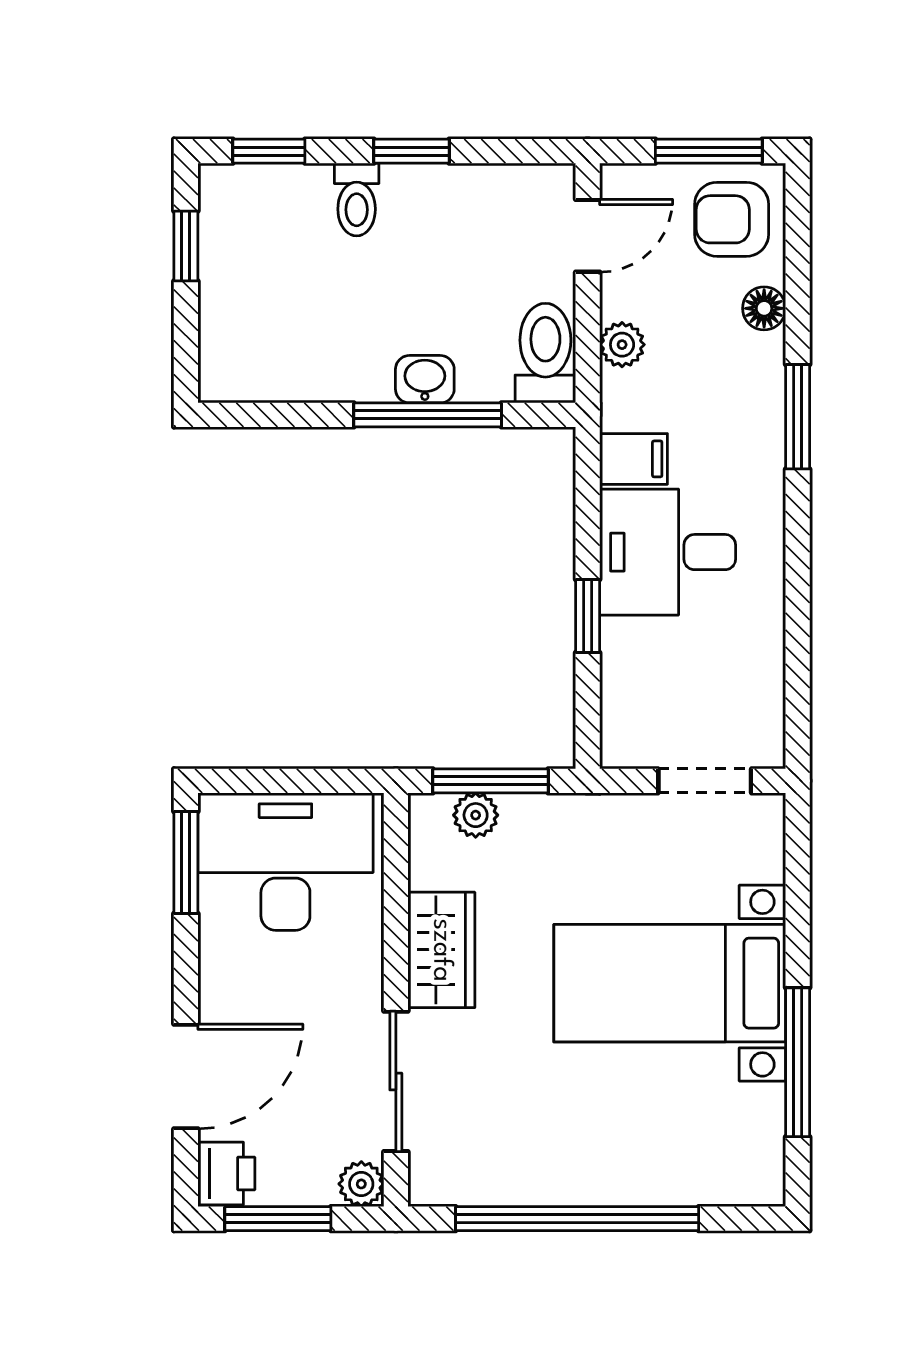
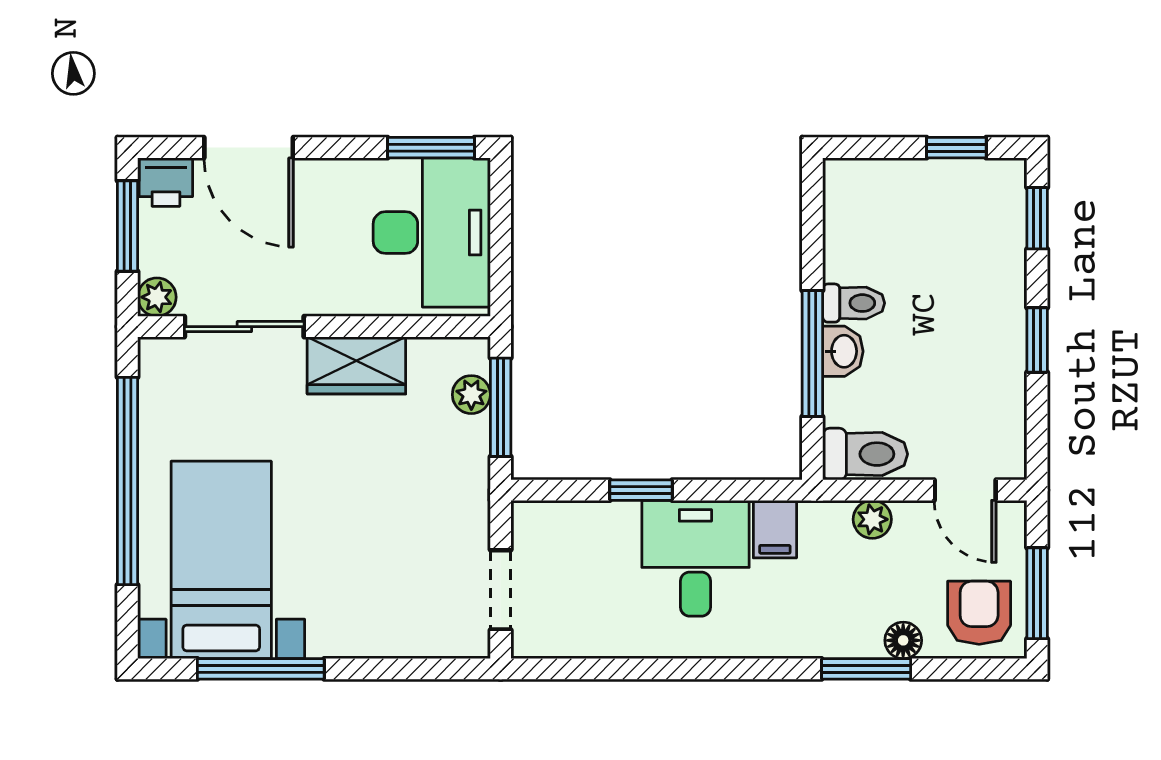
toilet: (357, 200) -> (854, 303), moved, turned 180
window: (798, 417) -> (866, 669), moved
bed with nightstands: (670, 983) -> (221, 560), moved

